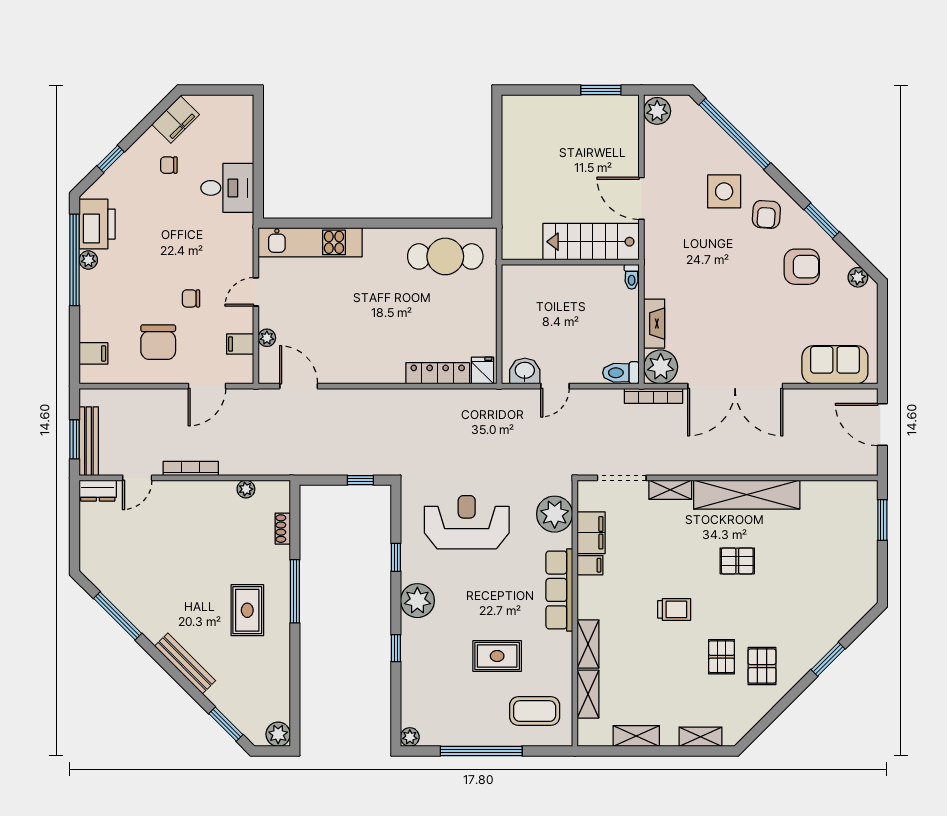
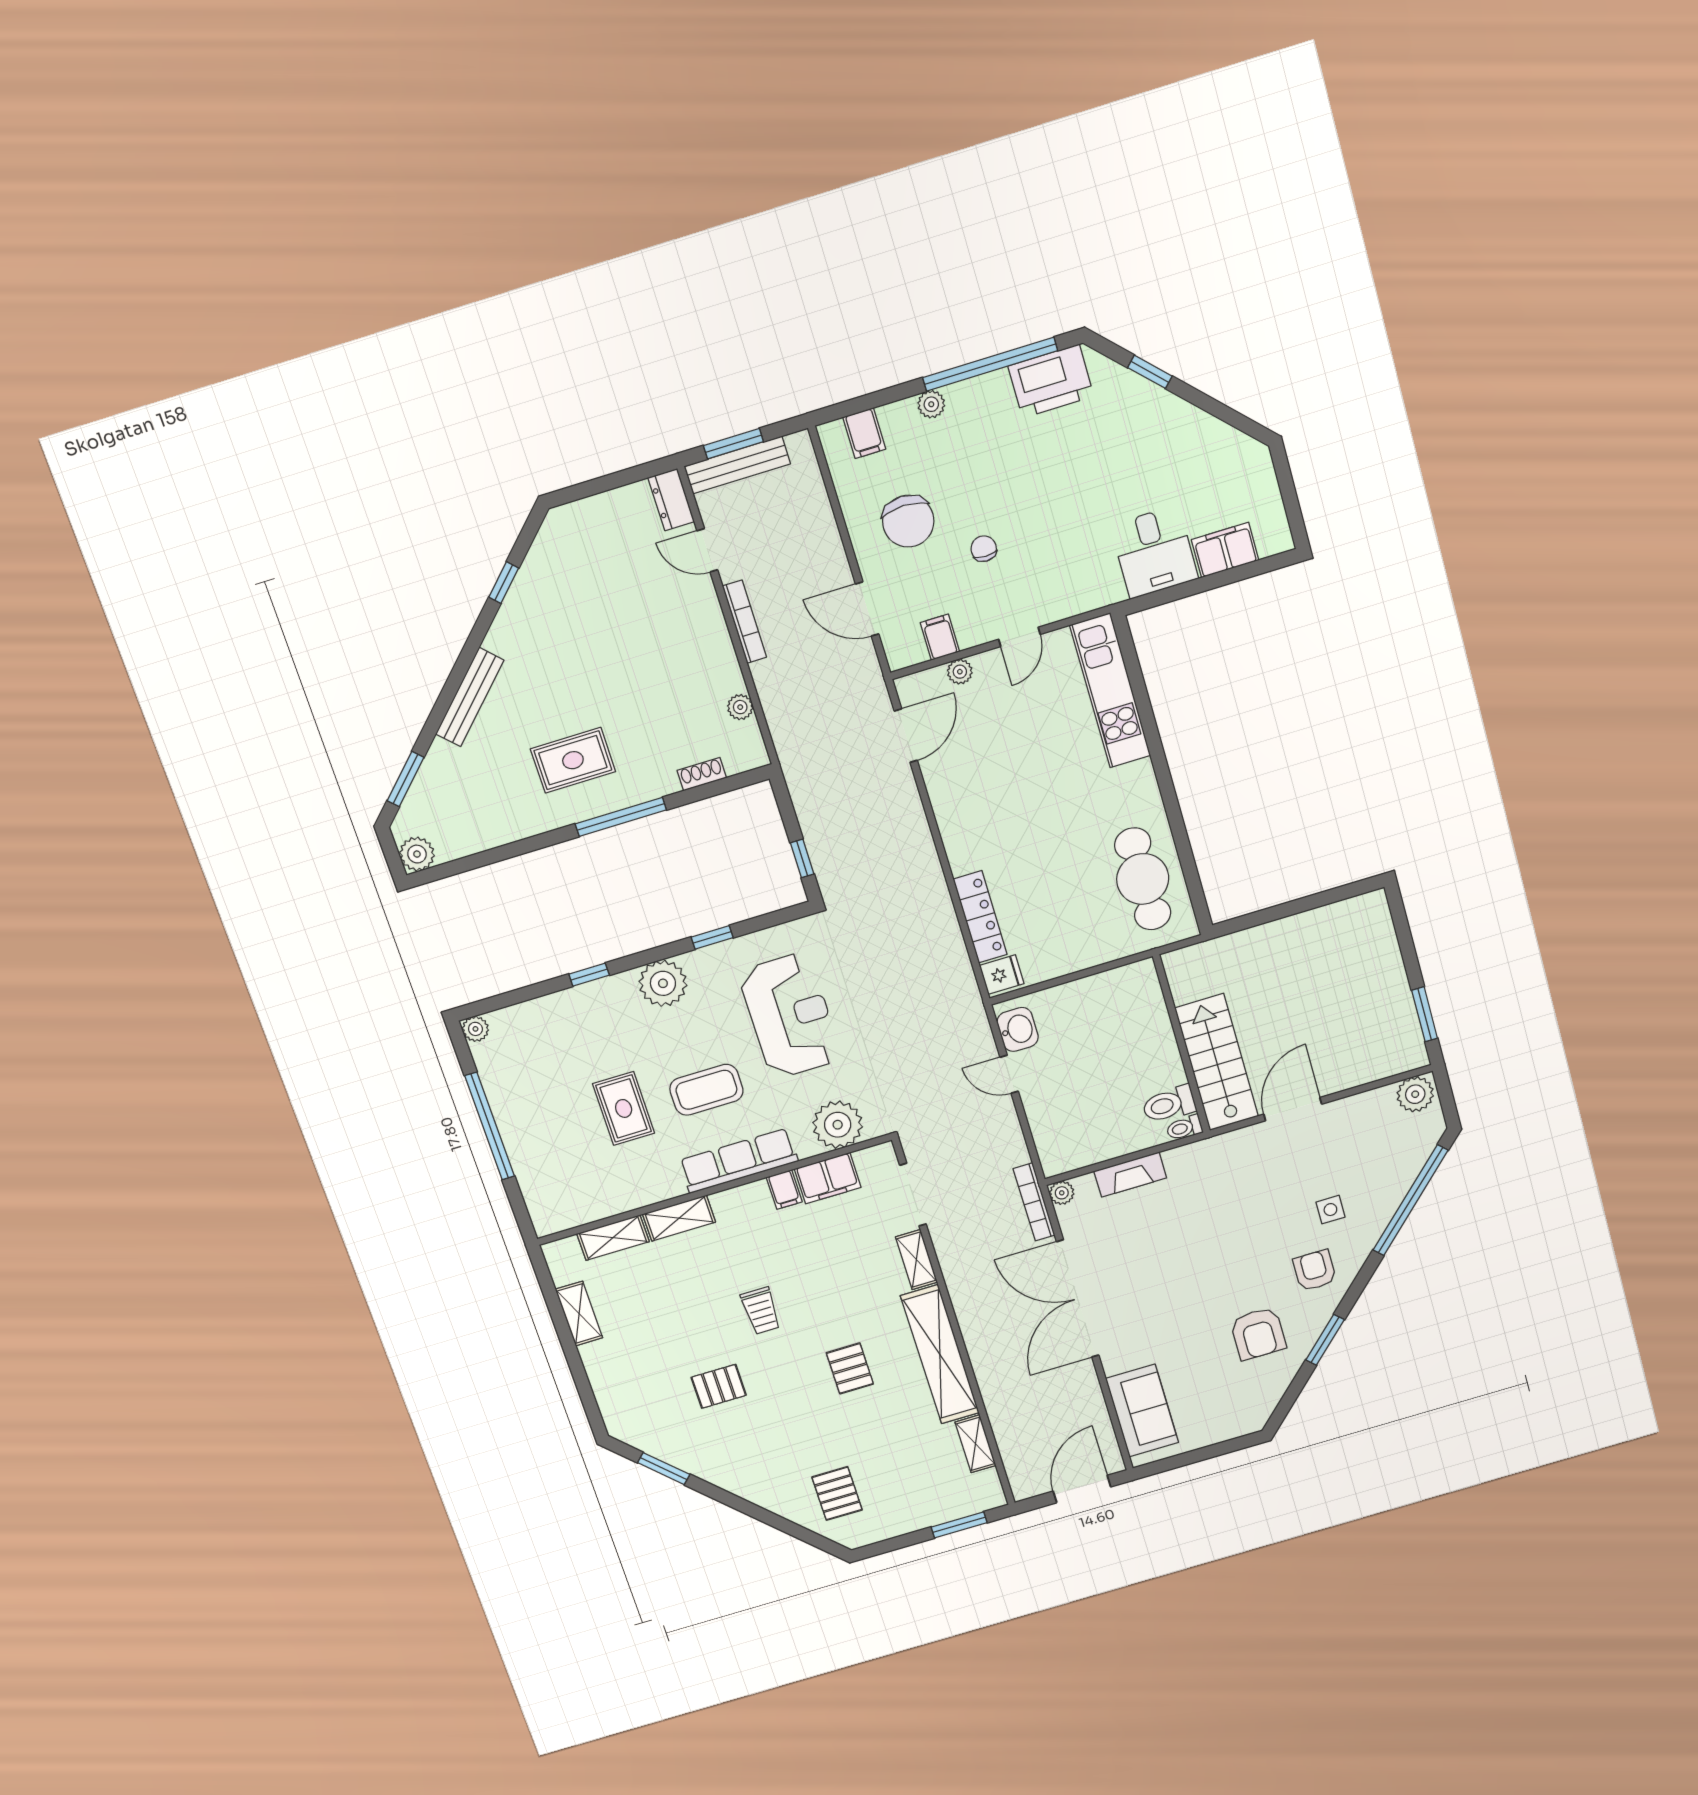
filing cabinet: (176, 120) -> (1225, 550), moved, turned 135
chair: (169, 165) -> (1164, 459), removed
side table: (724, 191) -> (1330, 1210), width x0.54, depth x0.54
armchair: (766, 214) -> (1315, 1270), turned 86
plant: (88, 260) -> (931, 404), moved
plant: (858, 277) -> (1264, 1405), removed
door: (256, 292) -> (1019, 637), swing flipped
chair: (158, 342) -> (908, 521), turned -90
plant: (661, 367) -> (1062, 1193), width x0.53, depth x0.53
toilet: (621, 373) -> (1169, 1104), moved, turned -90
window: (118, 616) -> (504, 583), width x0.46
window: (828, 659) -> (664, 1469), moved
pallet: (762, 666) -> (837, 1494), moved, turned 90
coffee table: (535, 711) -> (706, 1090), moved, turned 90
shelving: (701, 737) -> (976, 1444), moved

